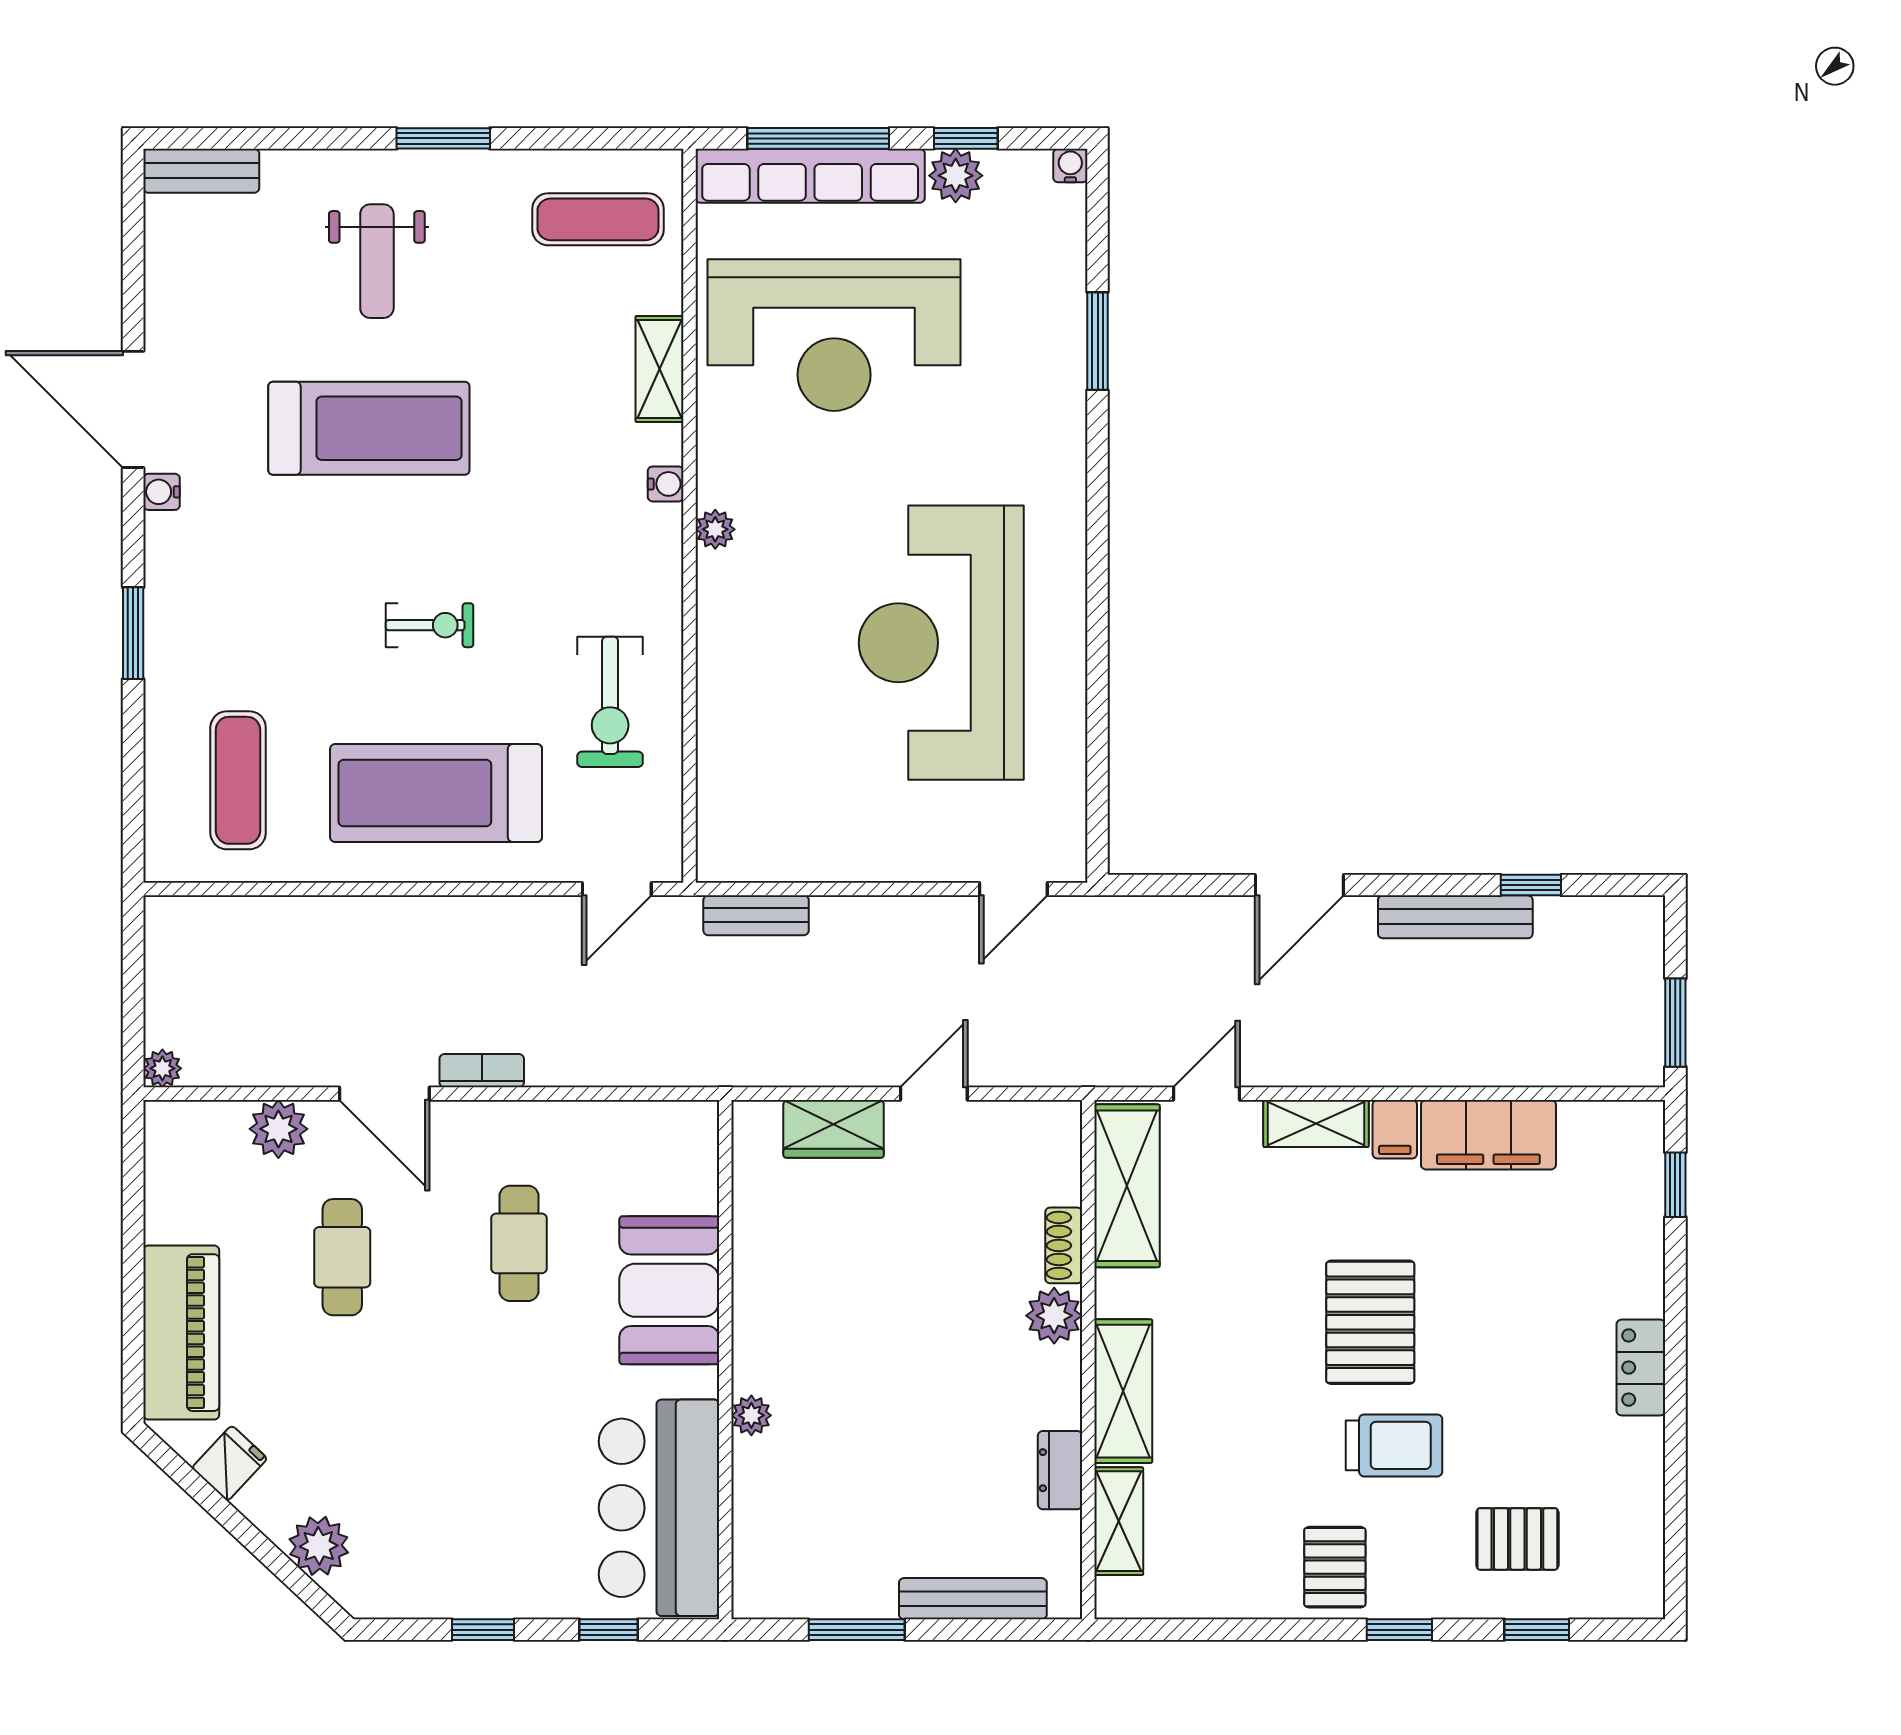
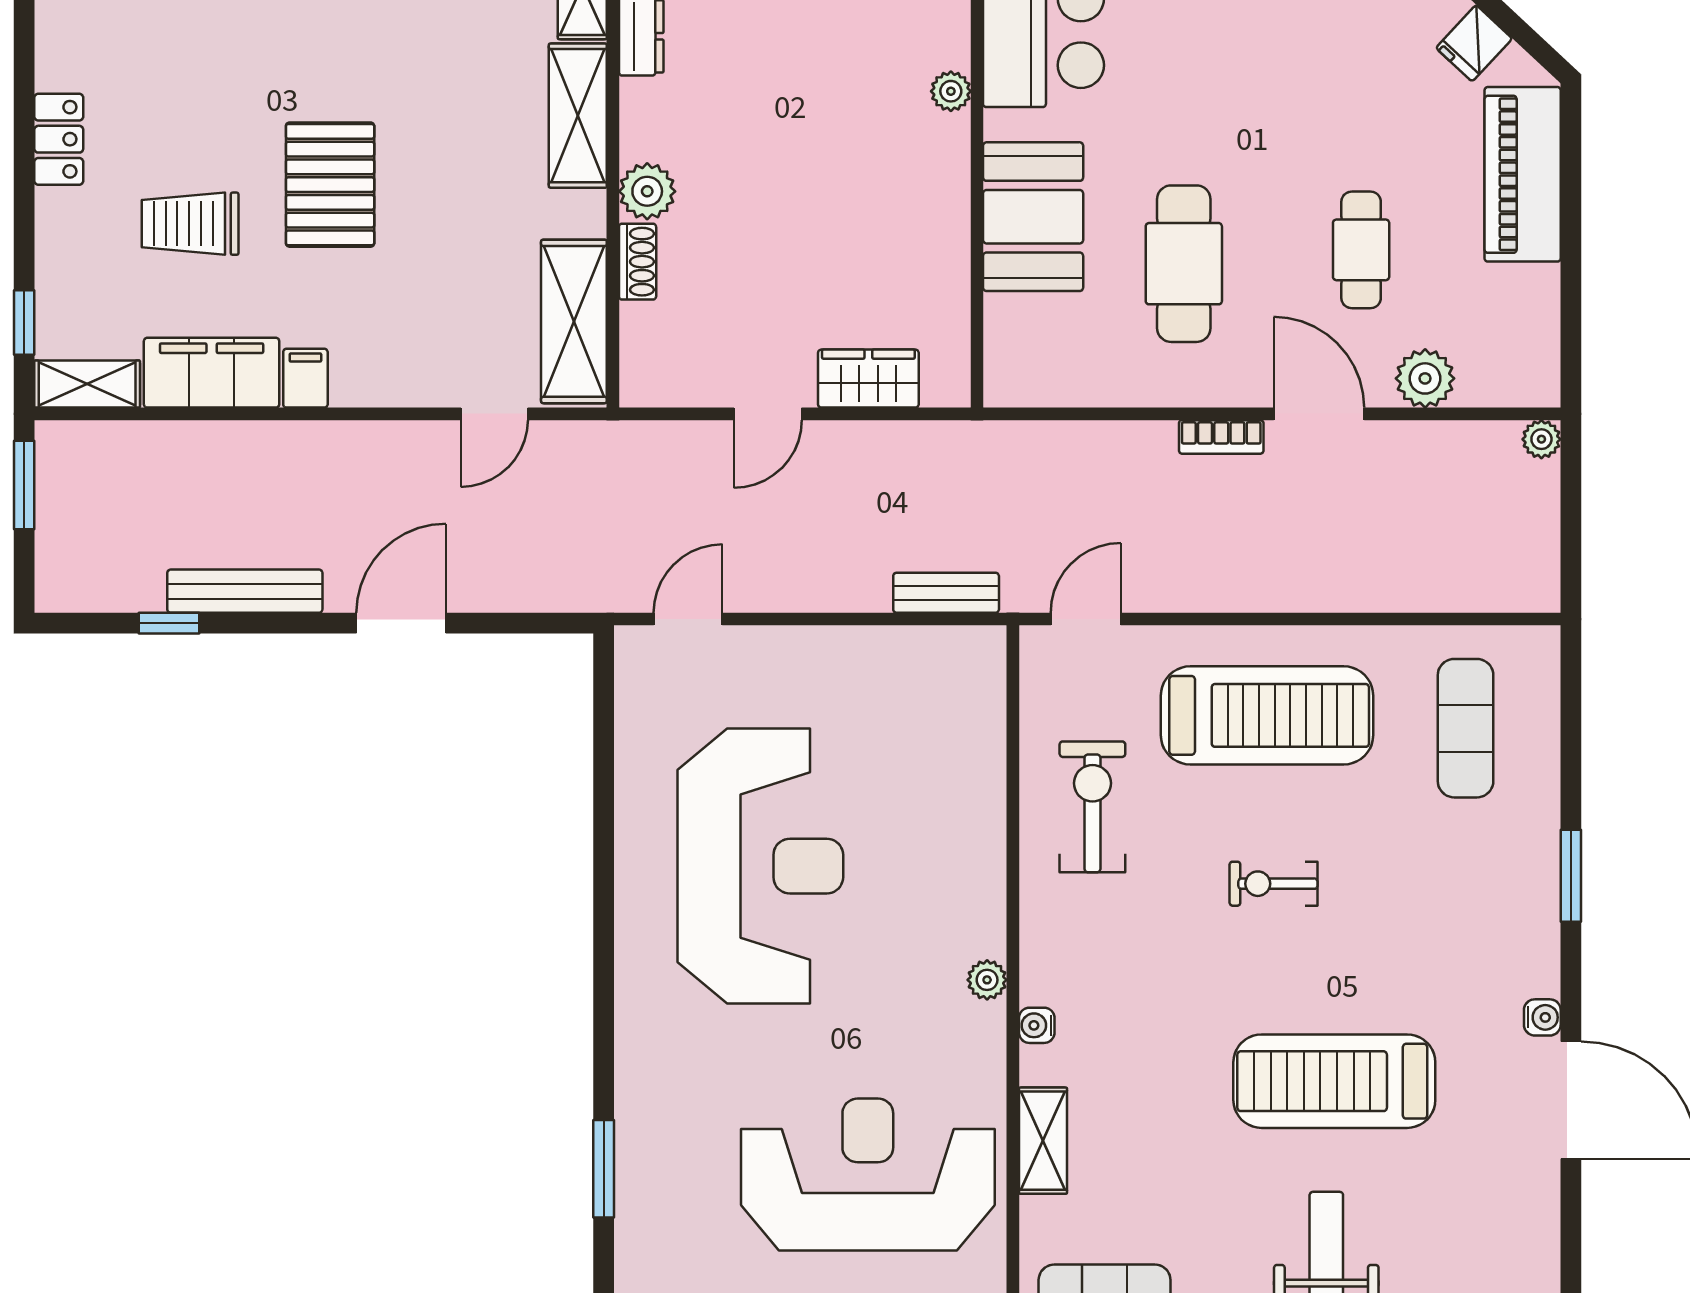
shelving: (1316, 1123) -> (87, 384), moved
cafe table: (519, 1243) -> (1184, 264), width x1.37, depth x1.35
trolley: (1394, 1445) -> (190, 224), moved

